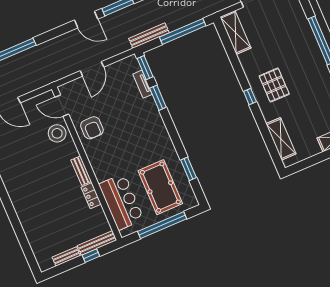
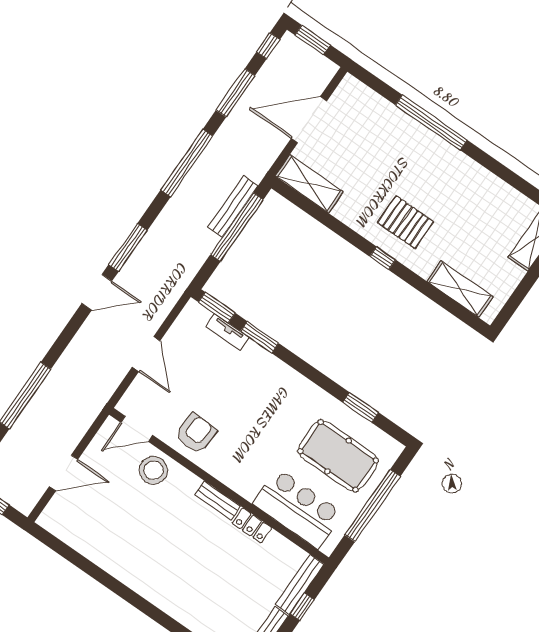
bench: (149, 36) -> (233, 207), moved
armchair: (92, 128) -> (196, 434), turned -88

